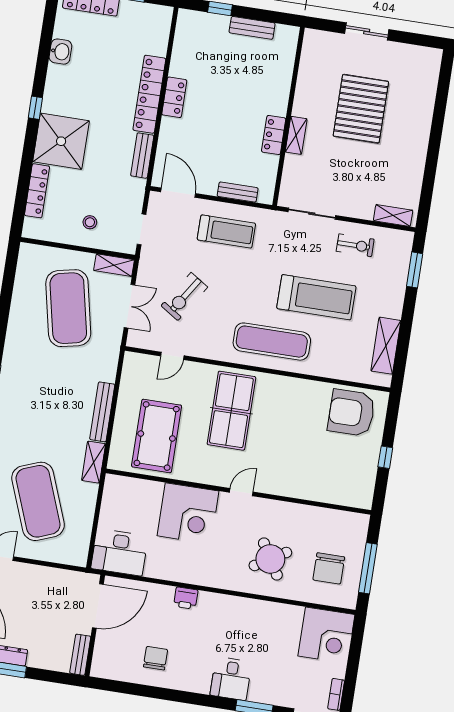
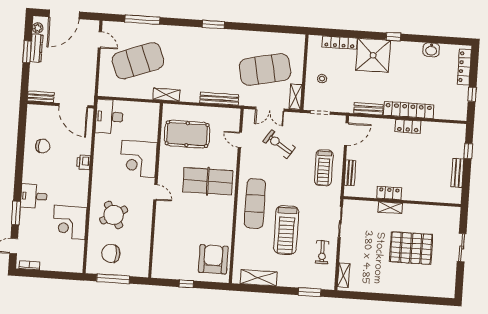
bench: (102, 412) -> (219, 99), moved
corner desk: (326, 635) -> (70, 222), moved

